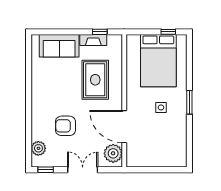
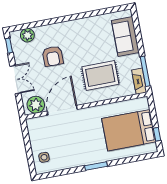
window: (100, 32) -> (145, 71), width x2.17
fireplace: (93, 40) -> (139, 81), moved
side table: (161, 107) -> (44, 157), moved
armchair: (65, 126) -> (53, 56), turned 180

